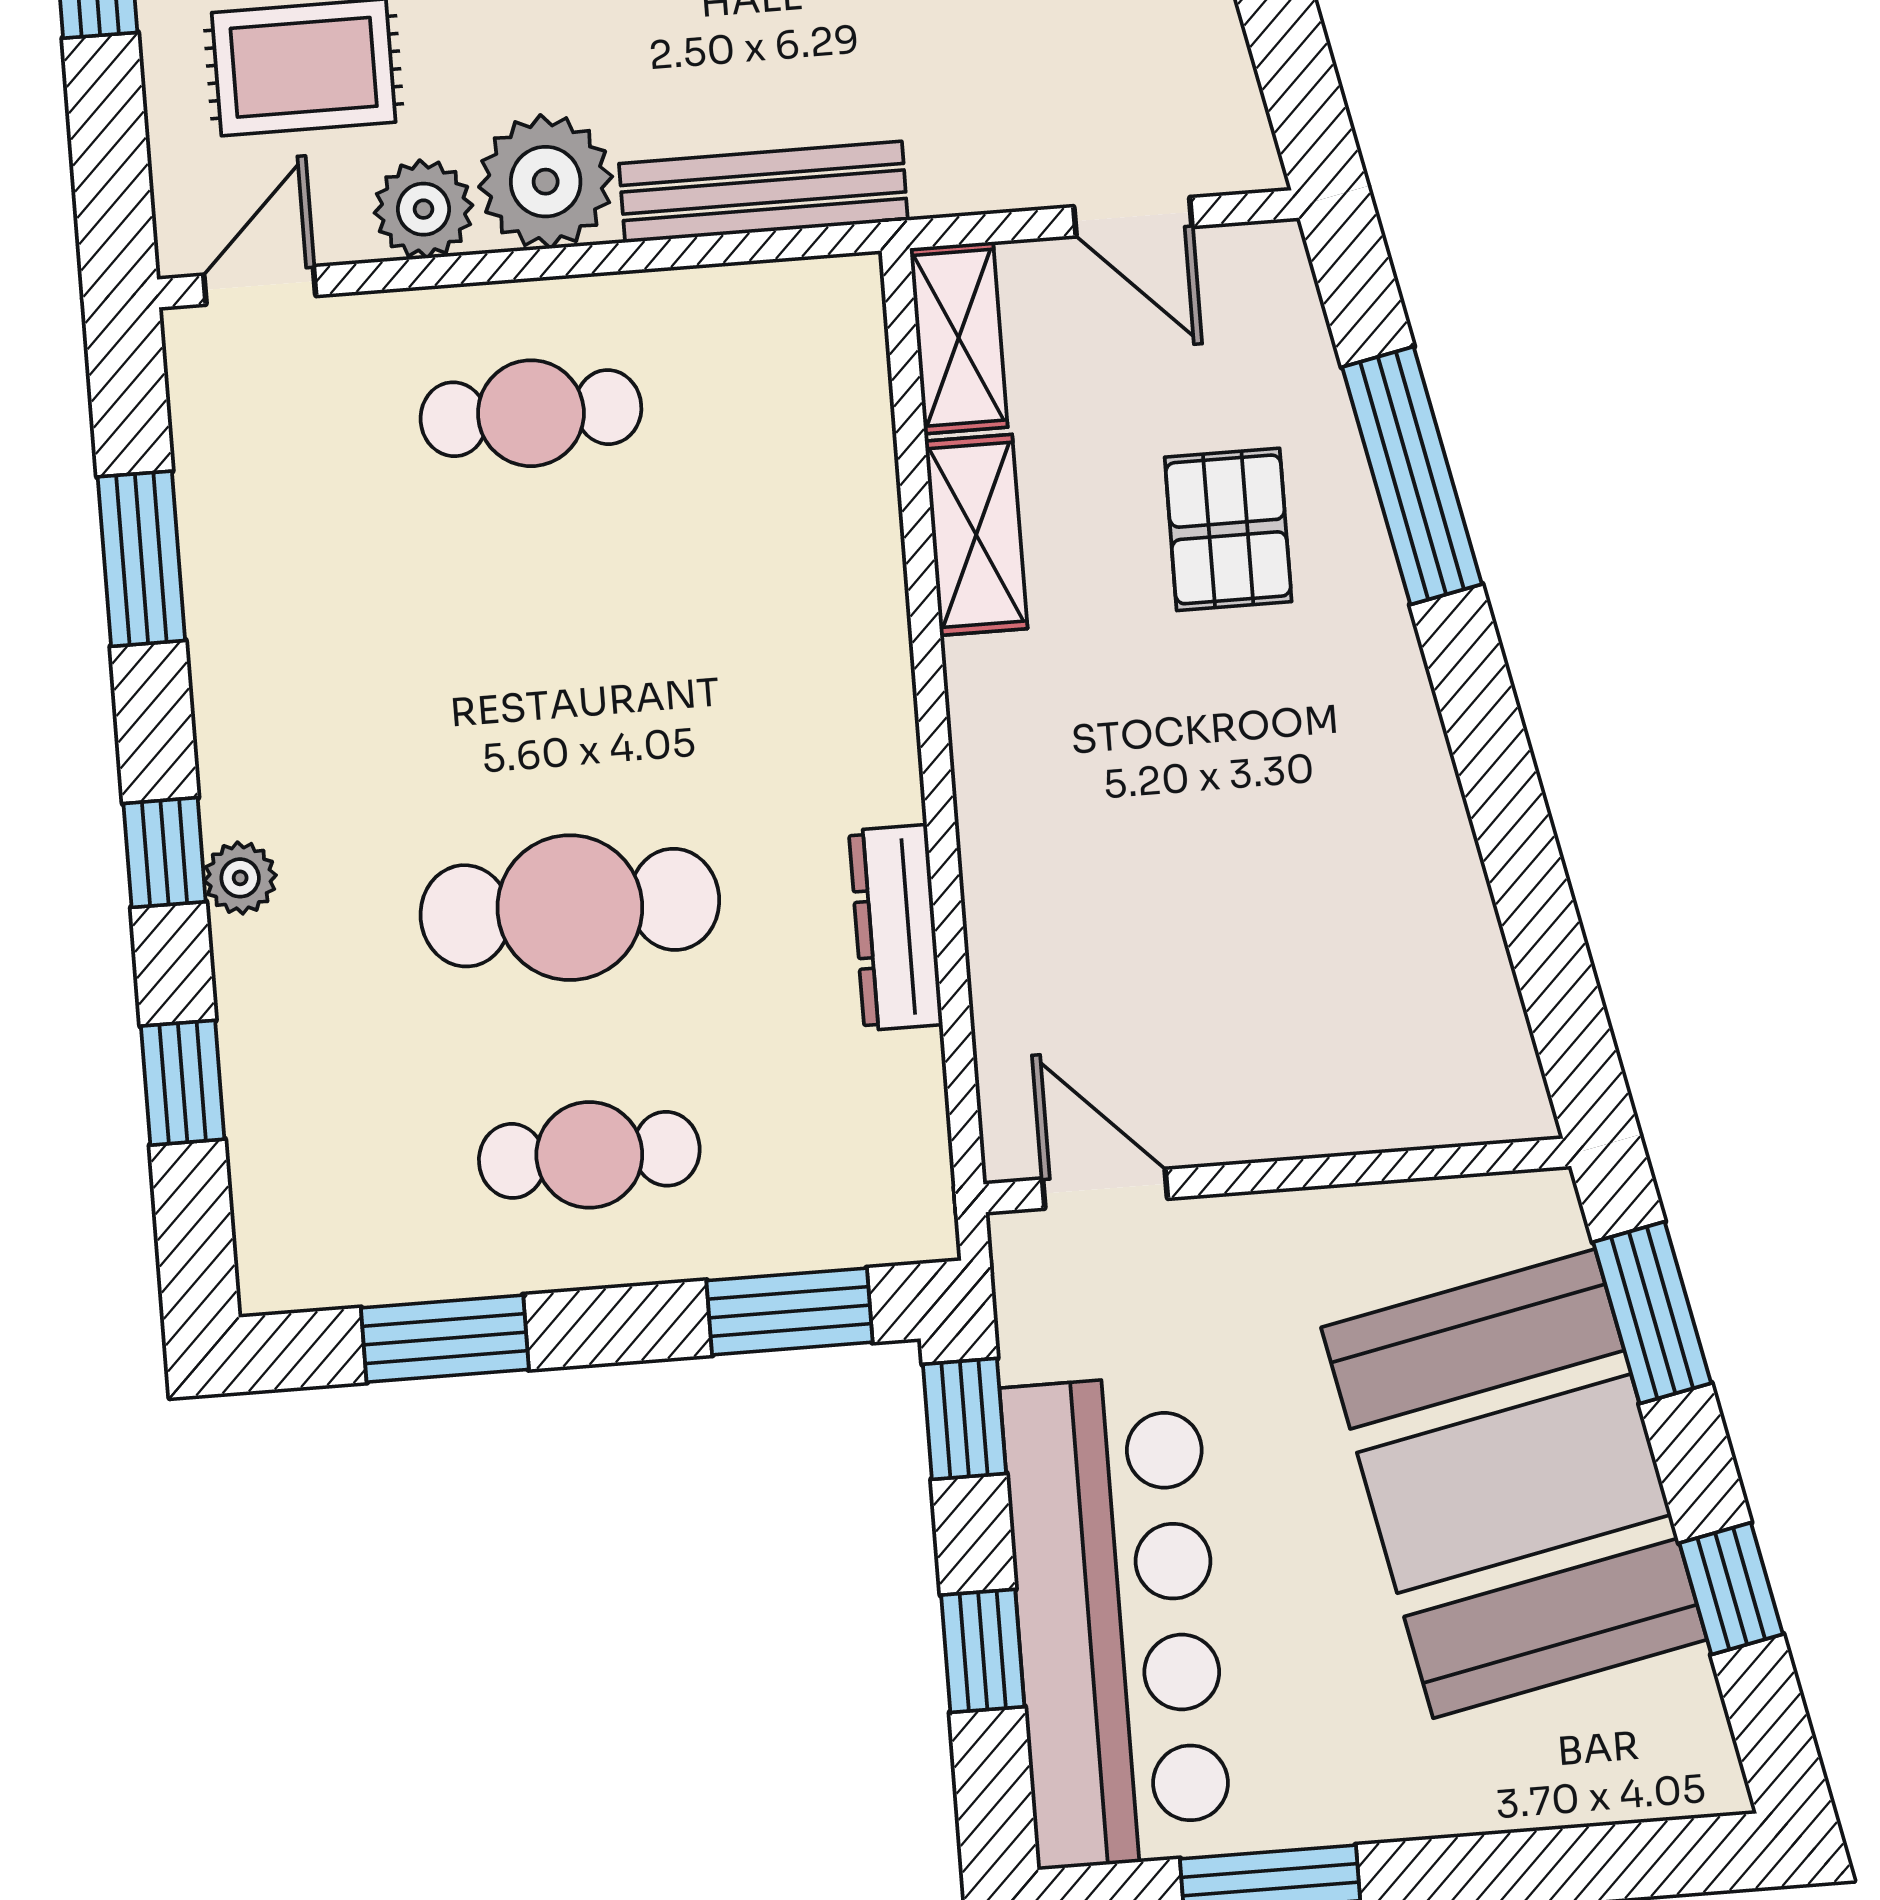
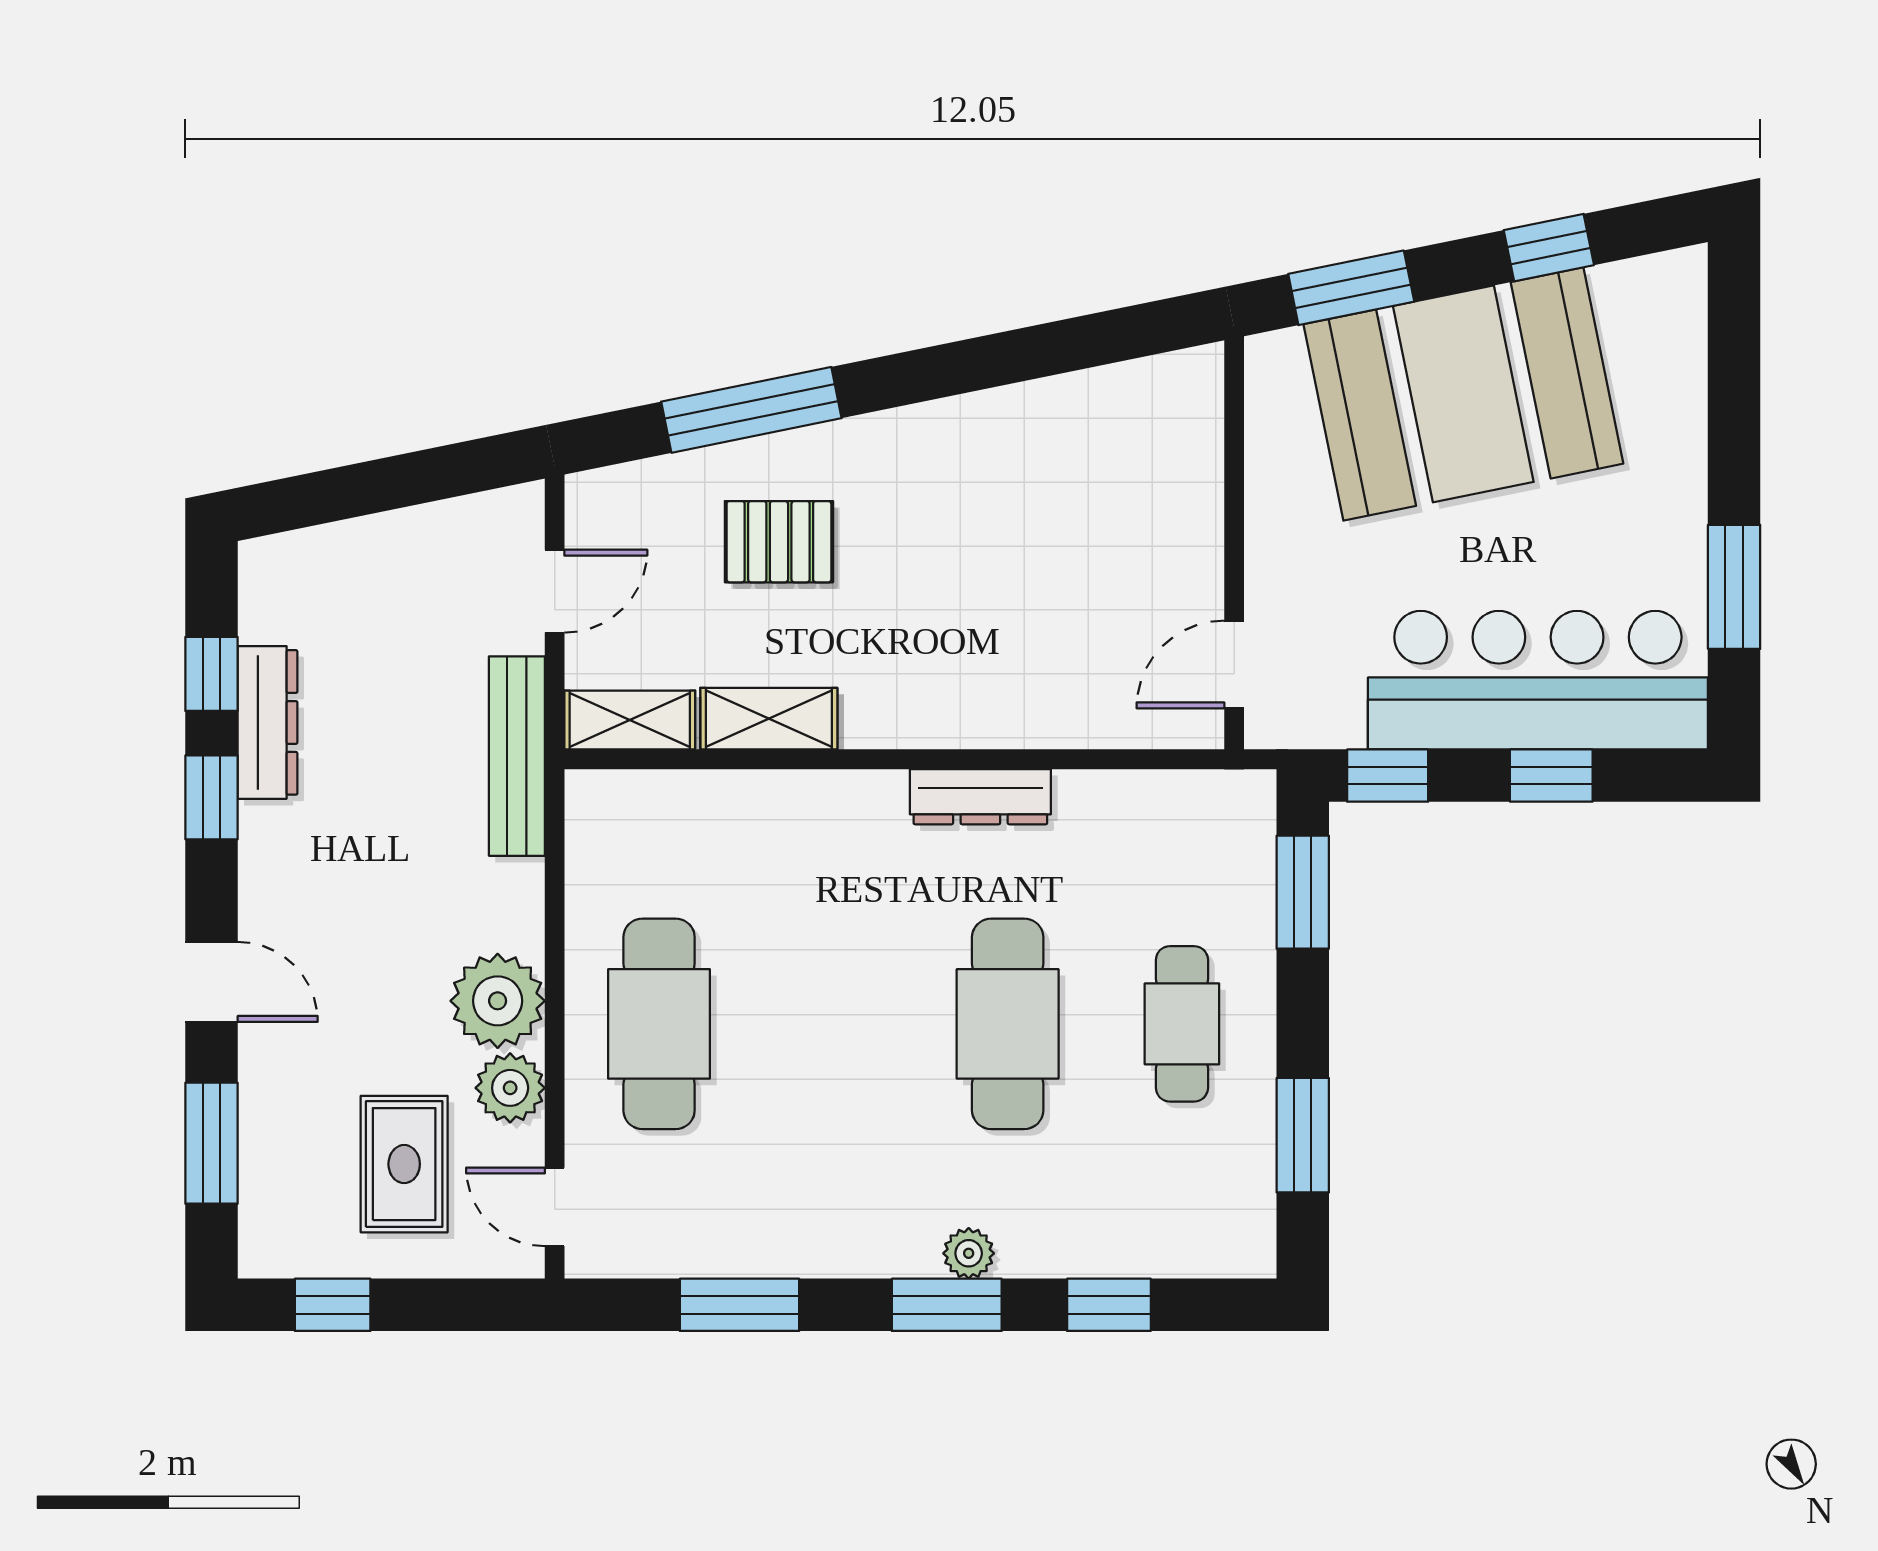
bench: (763, 192) -> (517, 756), moved
cafe table: (531, 413) -> (659, 1024), width x1.37, depth x1.35
window: (165, 853) -> (947, 1305), width x1.50
dresser: (896, 928) -> (980, 797), moved

